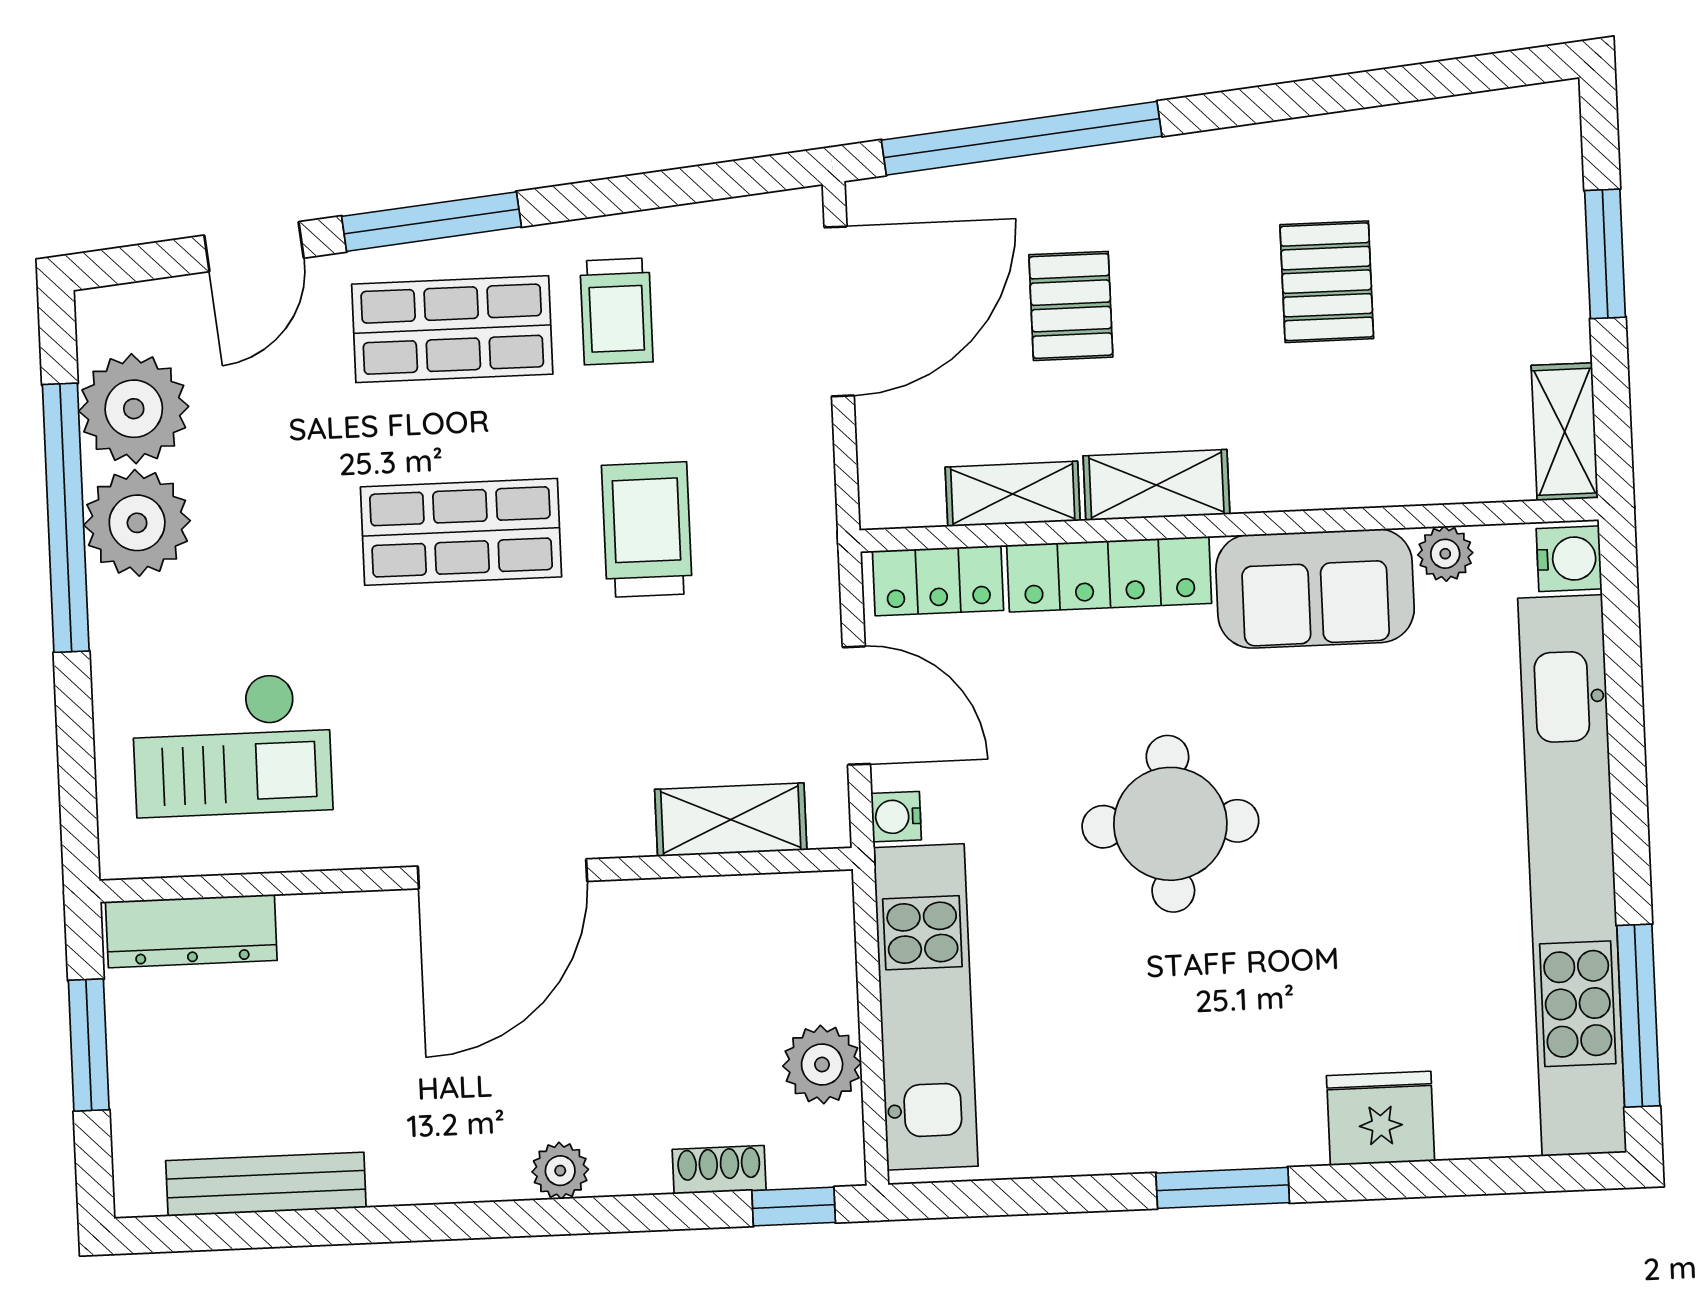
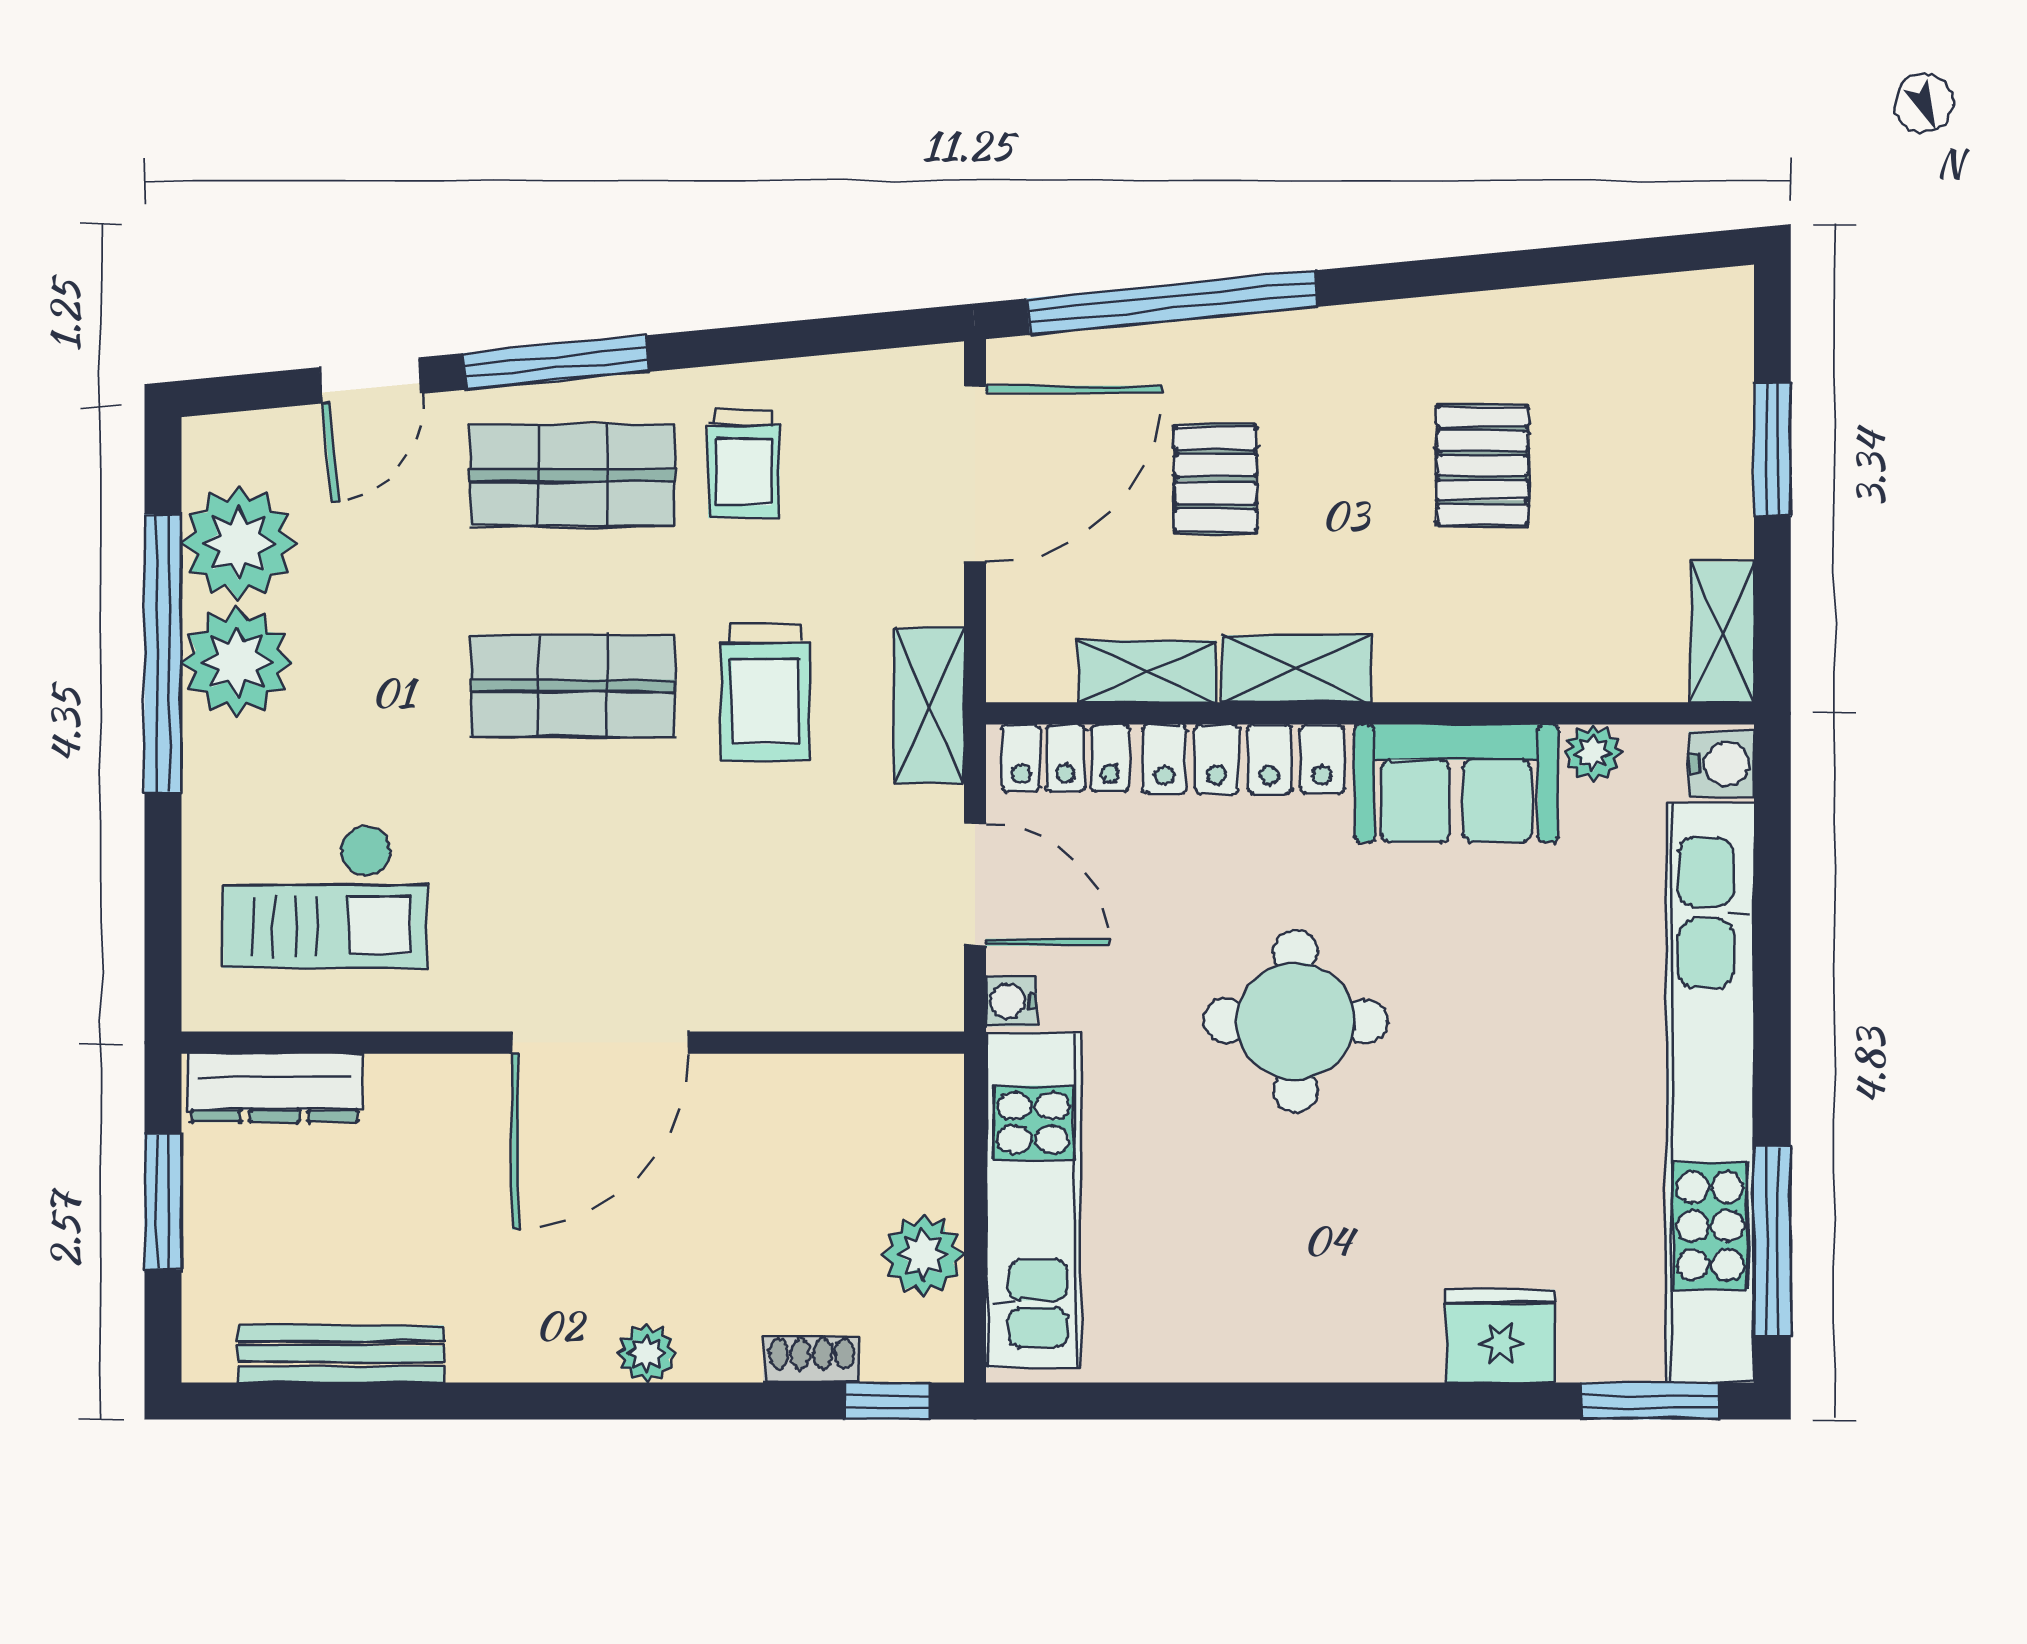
trolley: (647, 530) -> (766, 692), turned 180
shelving: (731, 820) -> (929, 706), moved, turned 90
window: (1223, 1188) -> (1650, 1401), moved

